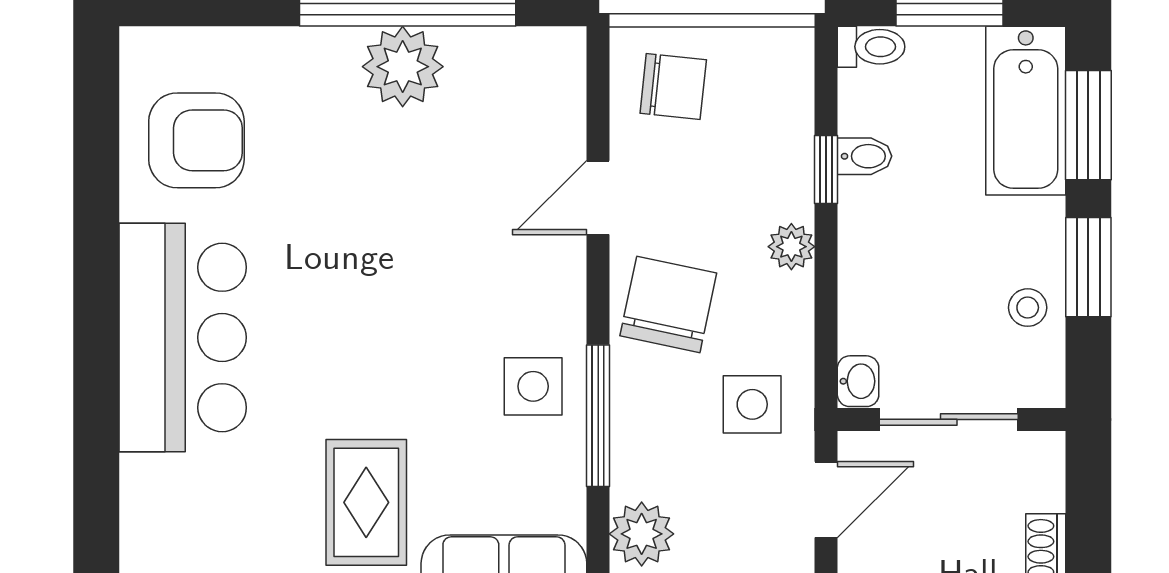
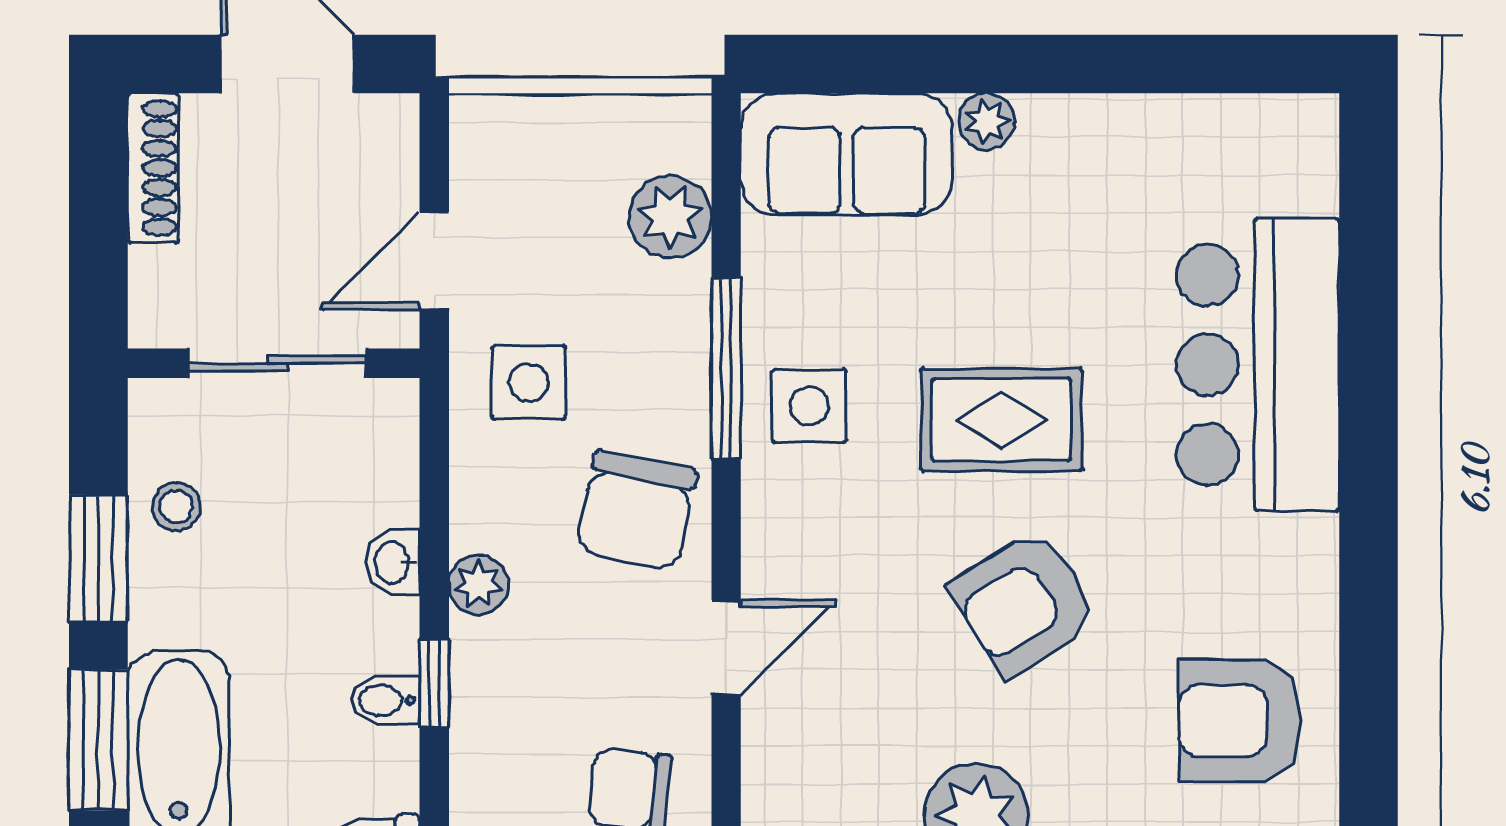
armchair: (365, 232) -> (1025, 603), added
bar counter: (183, 337) -> (1258, 365), moved
washbasin: (858, 381) -> (393, 562), moved
rug: (366, 502) -> (1001, 420), moved, turned 90

